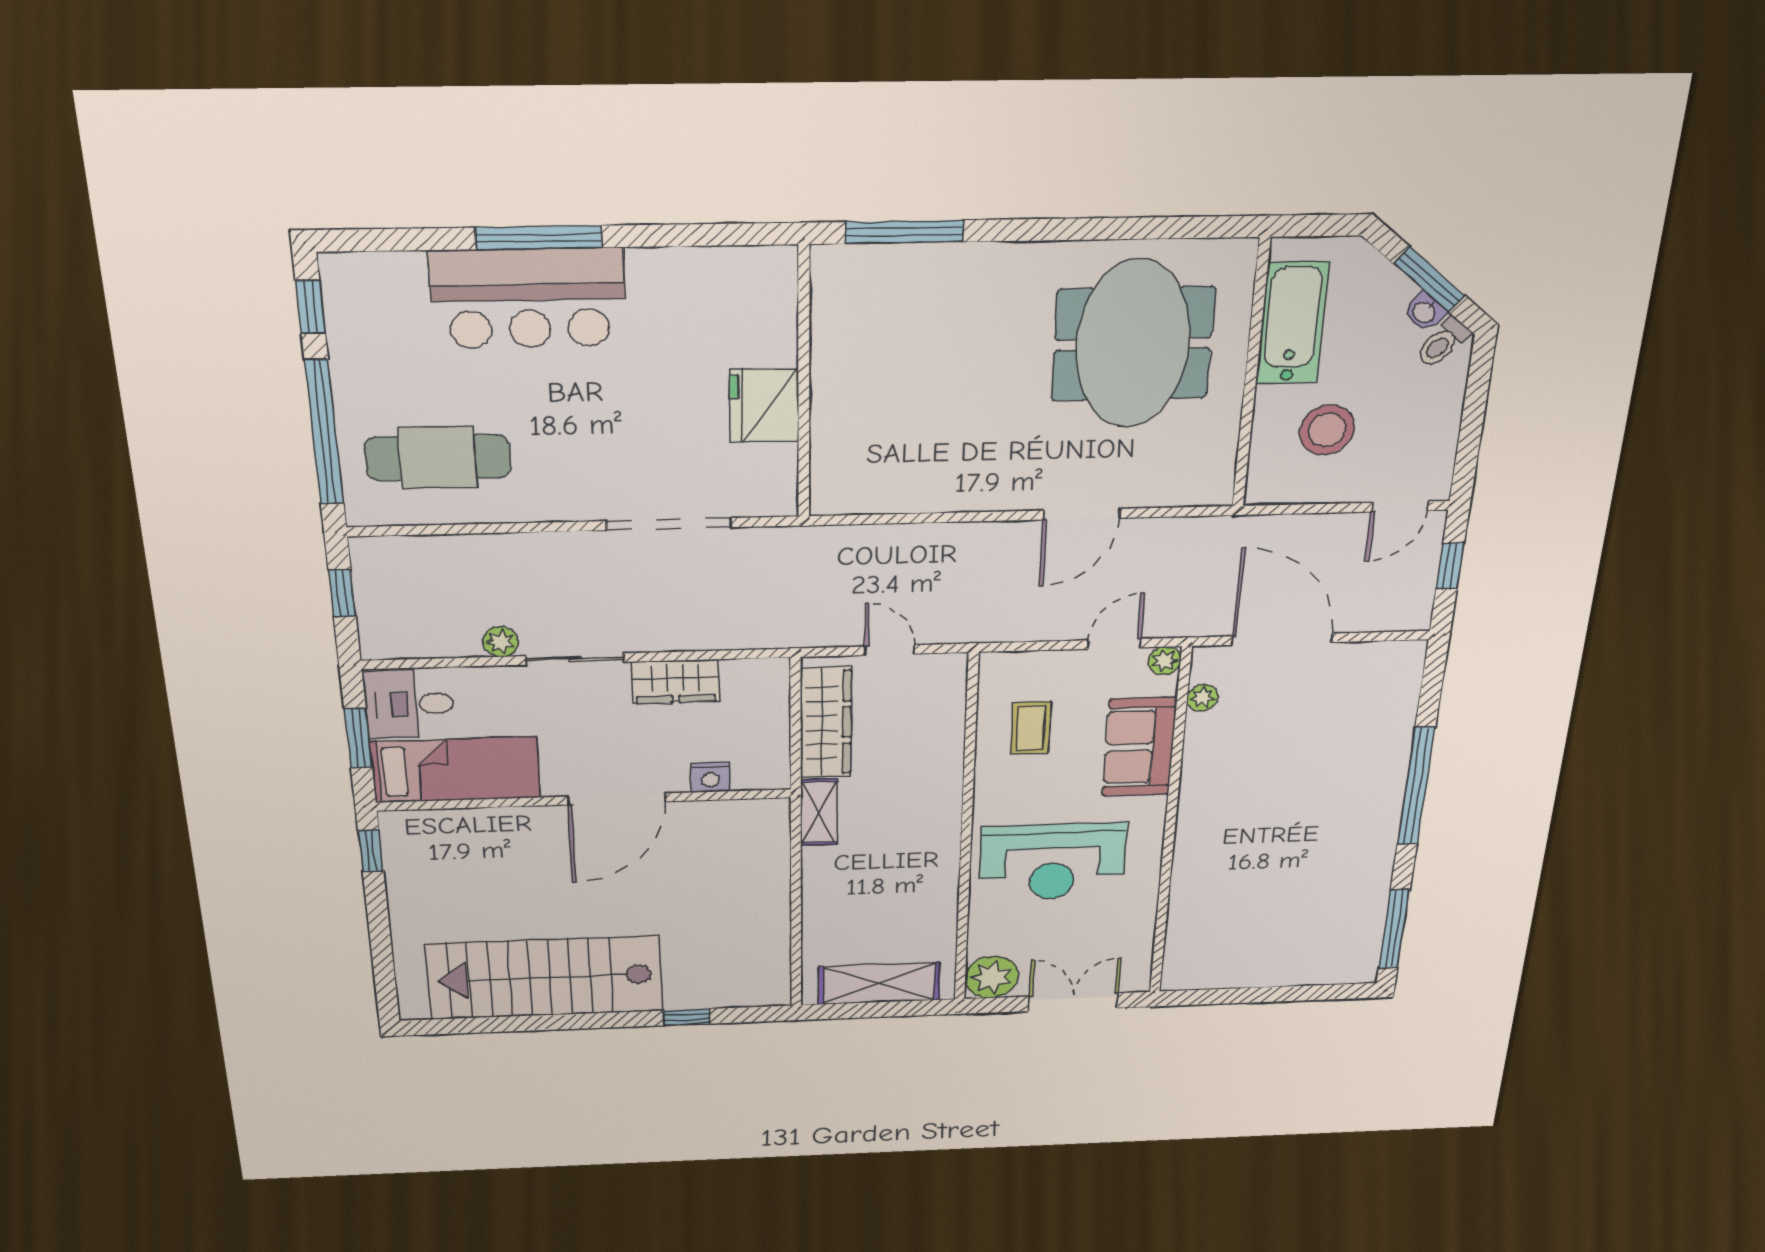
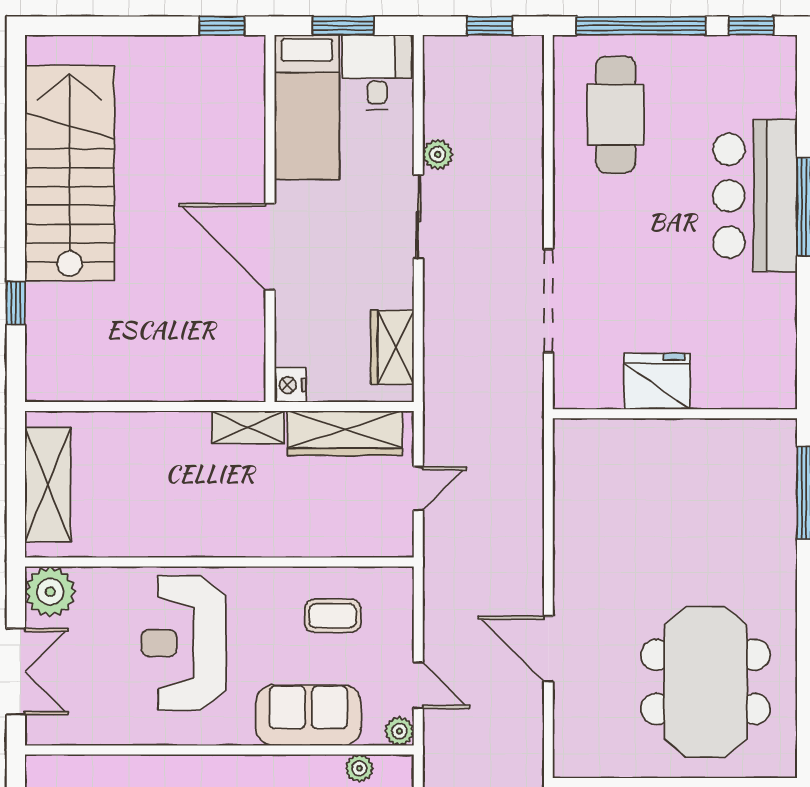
meeting table: (1133, 344) -> (706, 682), turned 90
wardrobe: (675, 682) -> (392, 347), moved
nightstand: (710, 777) -> (290, 385), moved

